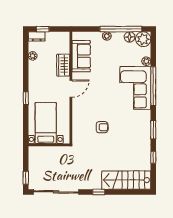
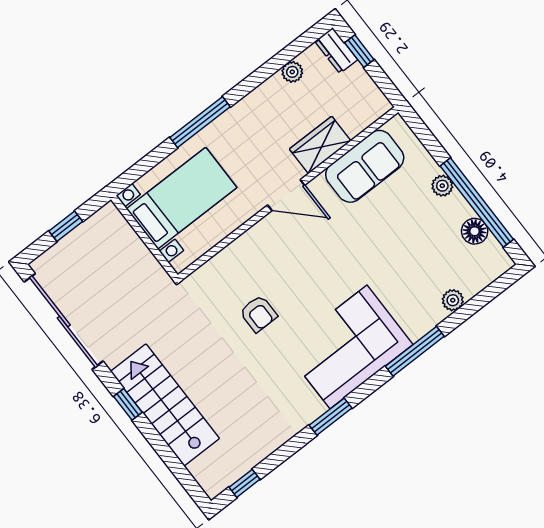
plant: (143, 39) -> (491, 261), removed
window: (153, 86) -> (415, 351), width x0.68
corner sofa: (135, 88) -> (349, 347), moved
window: (26, 98) -> (200, 122), width x2.17
window: (153, 157) -> (245, 483), moved
window: (26, 178) -> (66, 226), moved
stairs: (126, 180) -> (165, 405), moved

